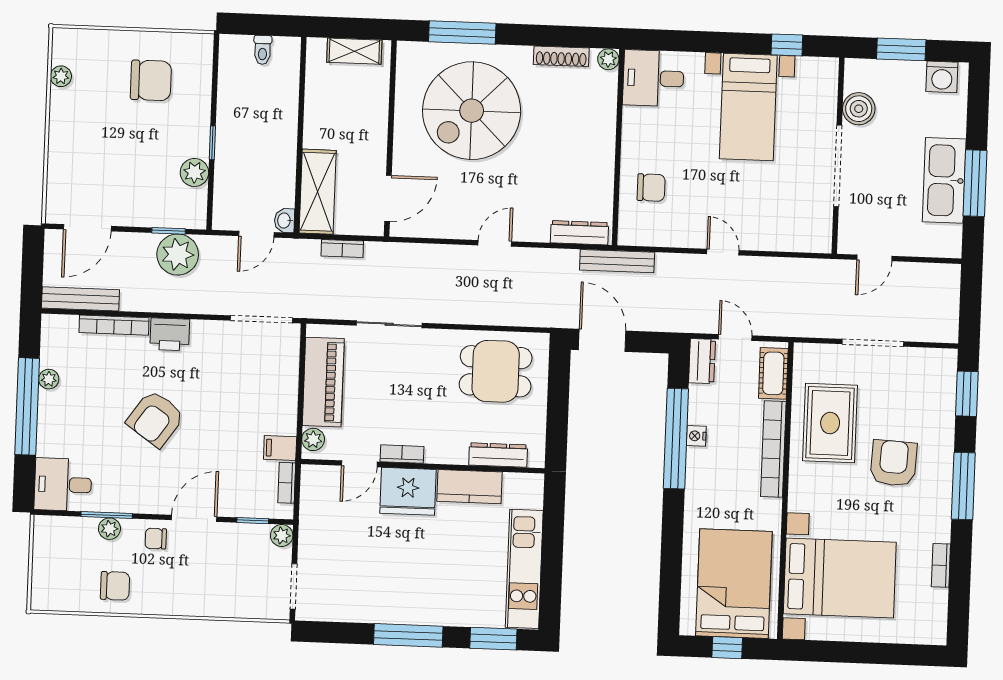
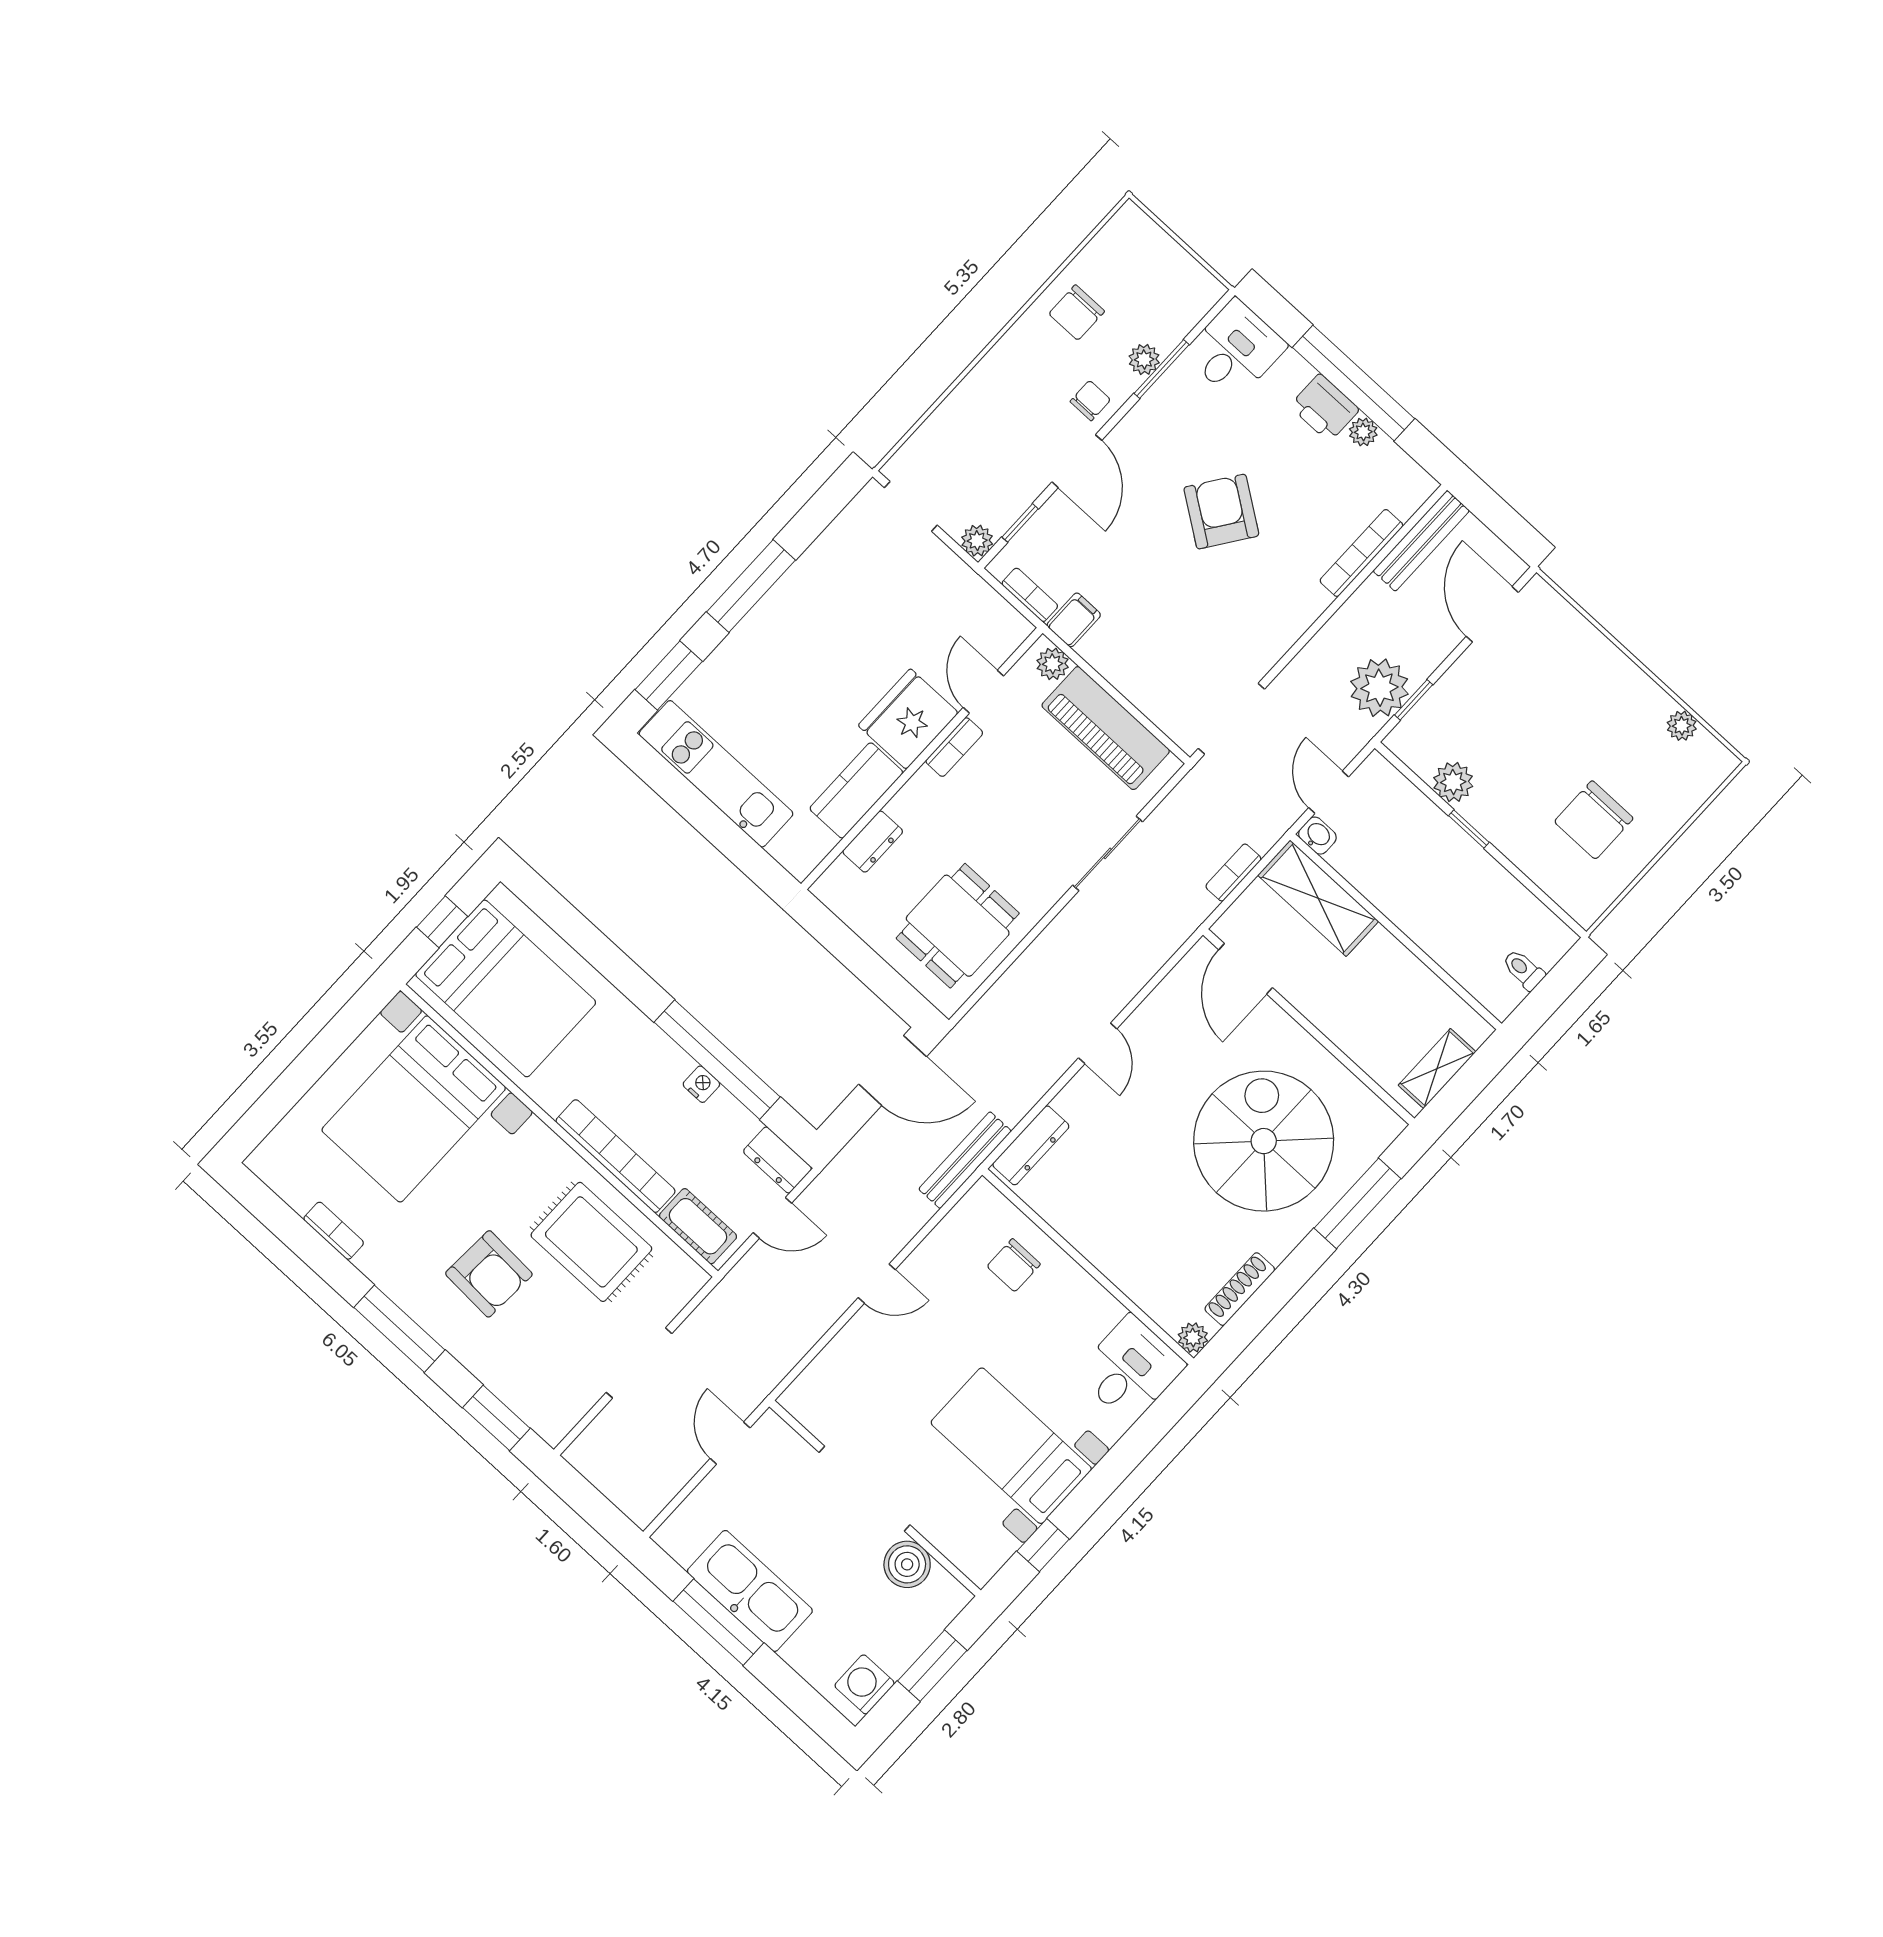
printer: (170, 334) -> (1324, 408), moved, turned -90
dresser: (498, 455) -> (873, 842), width x0.70

